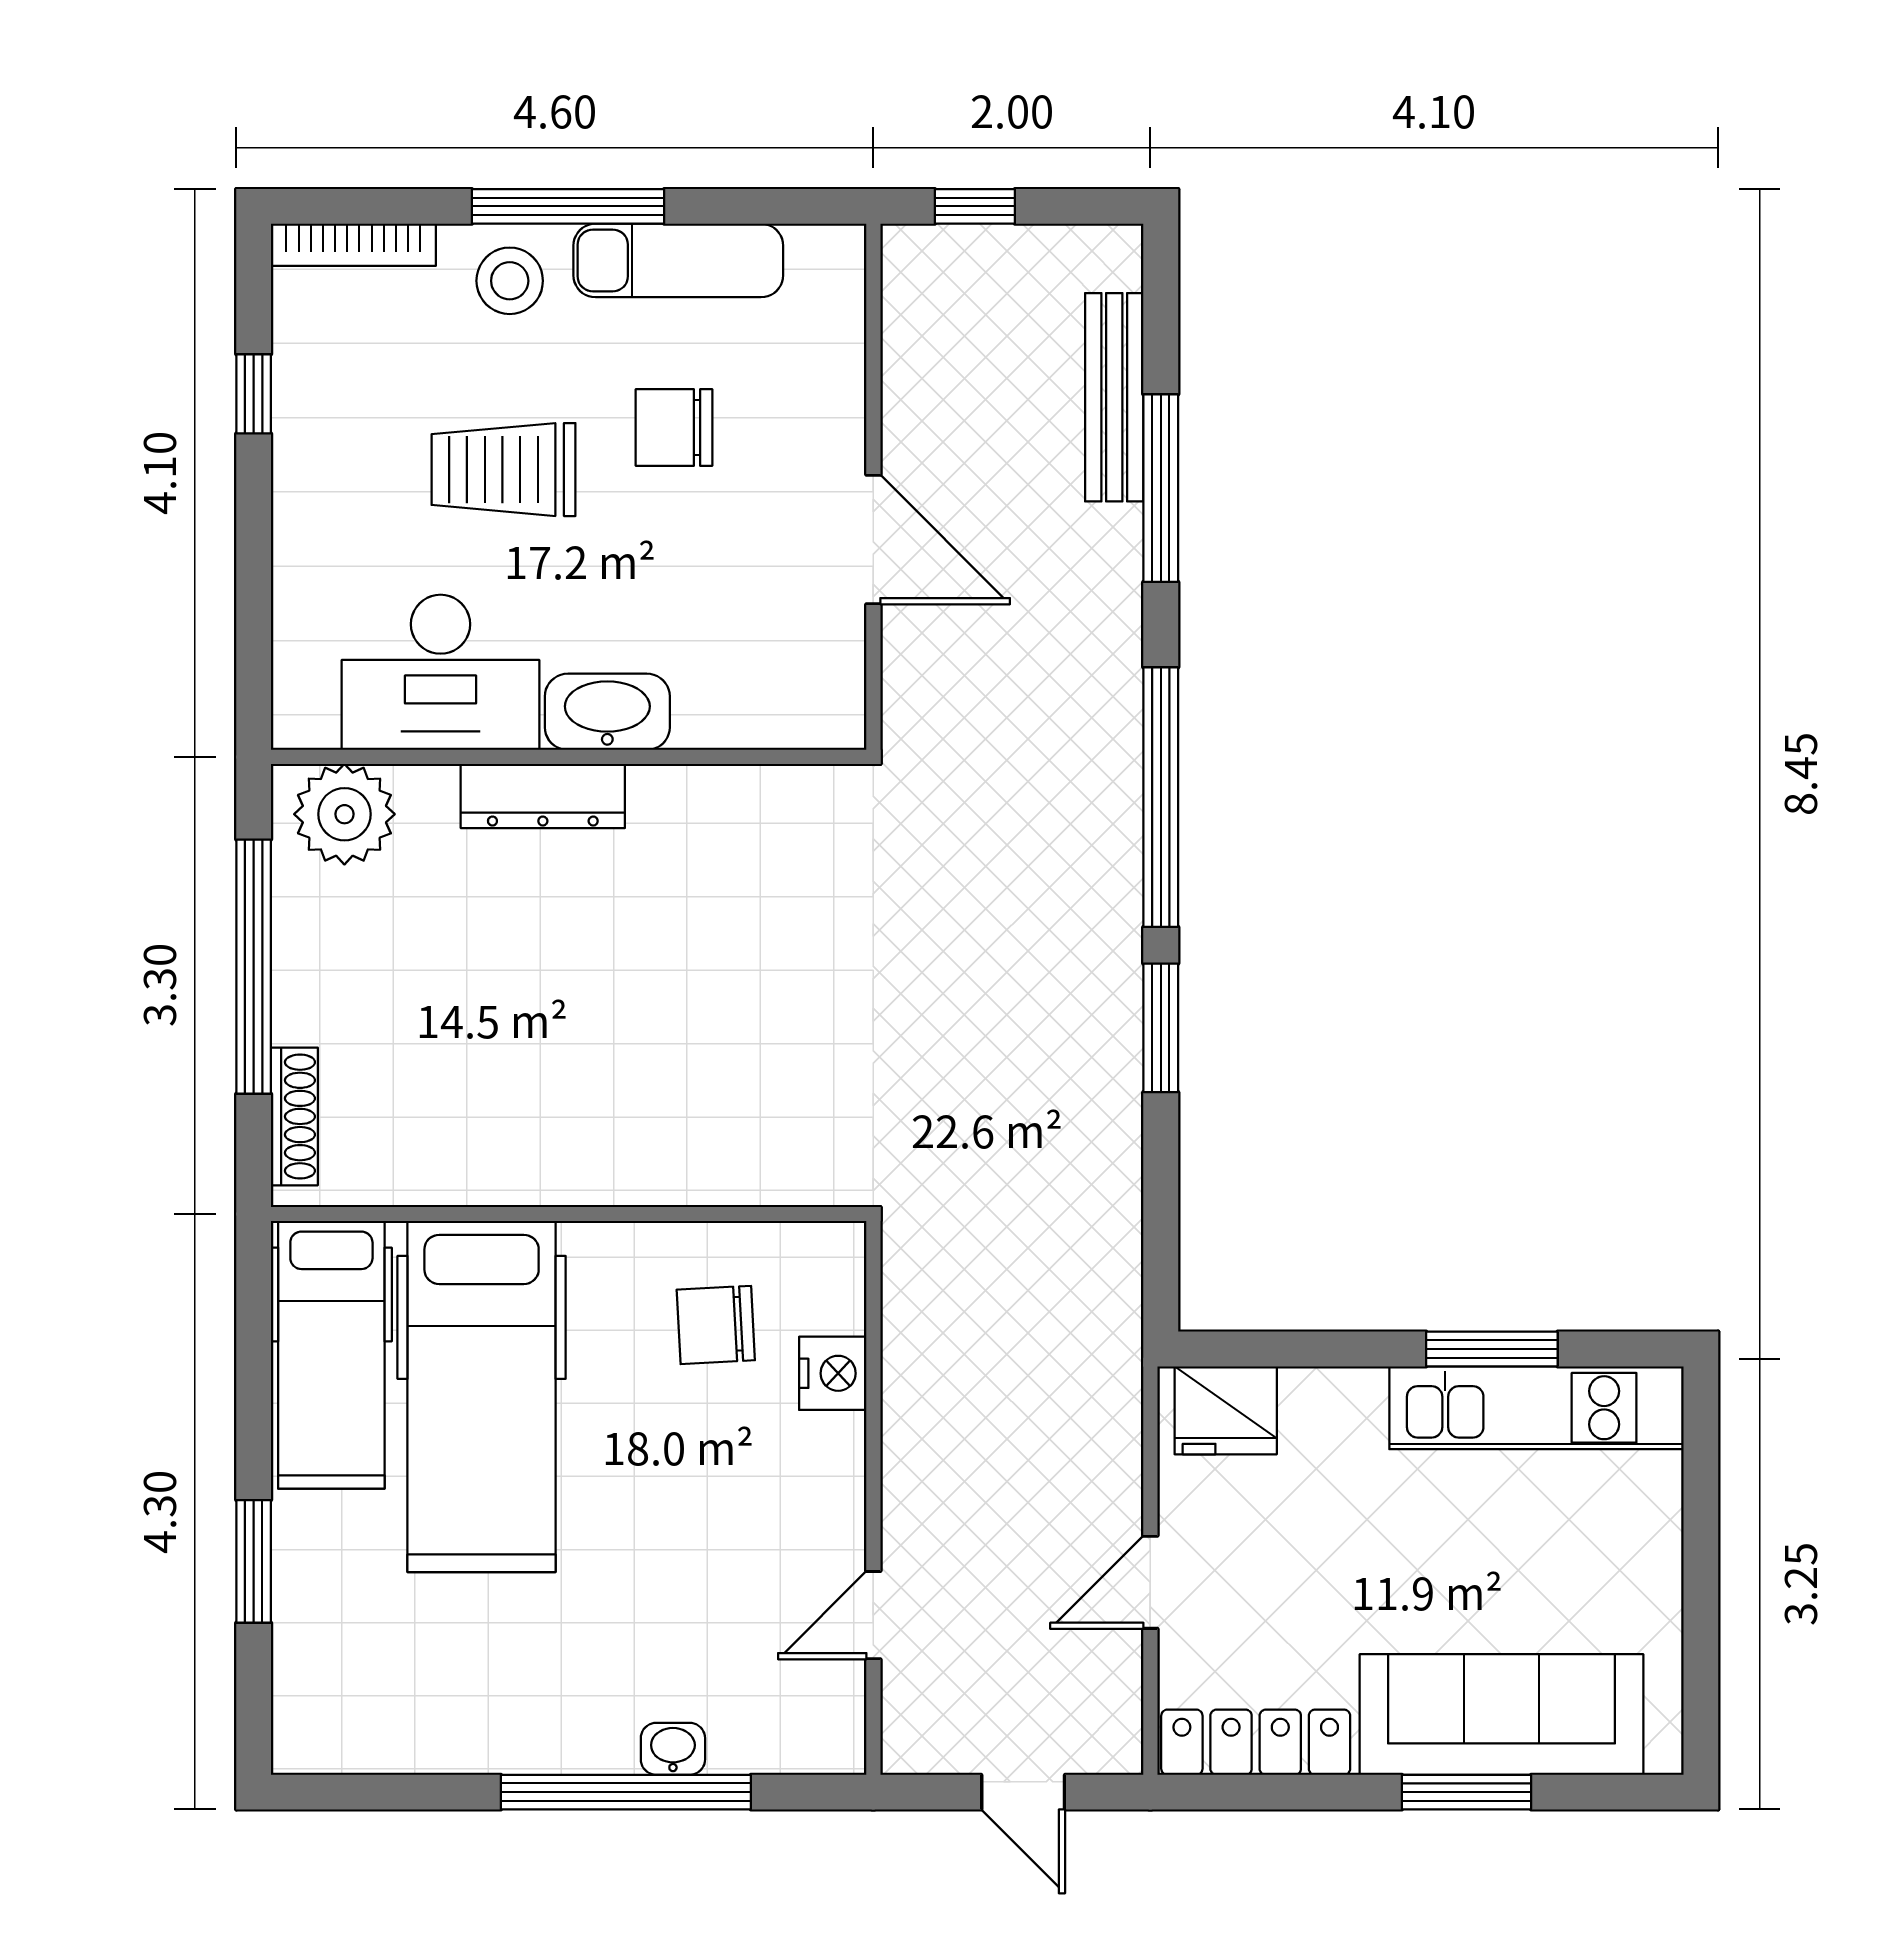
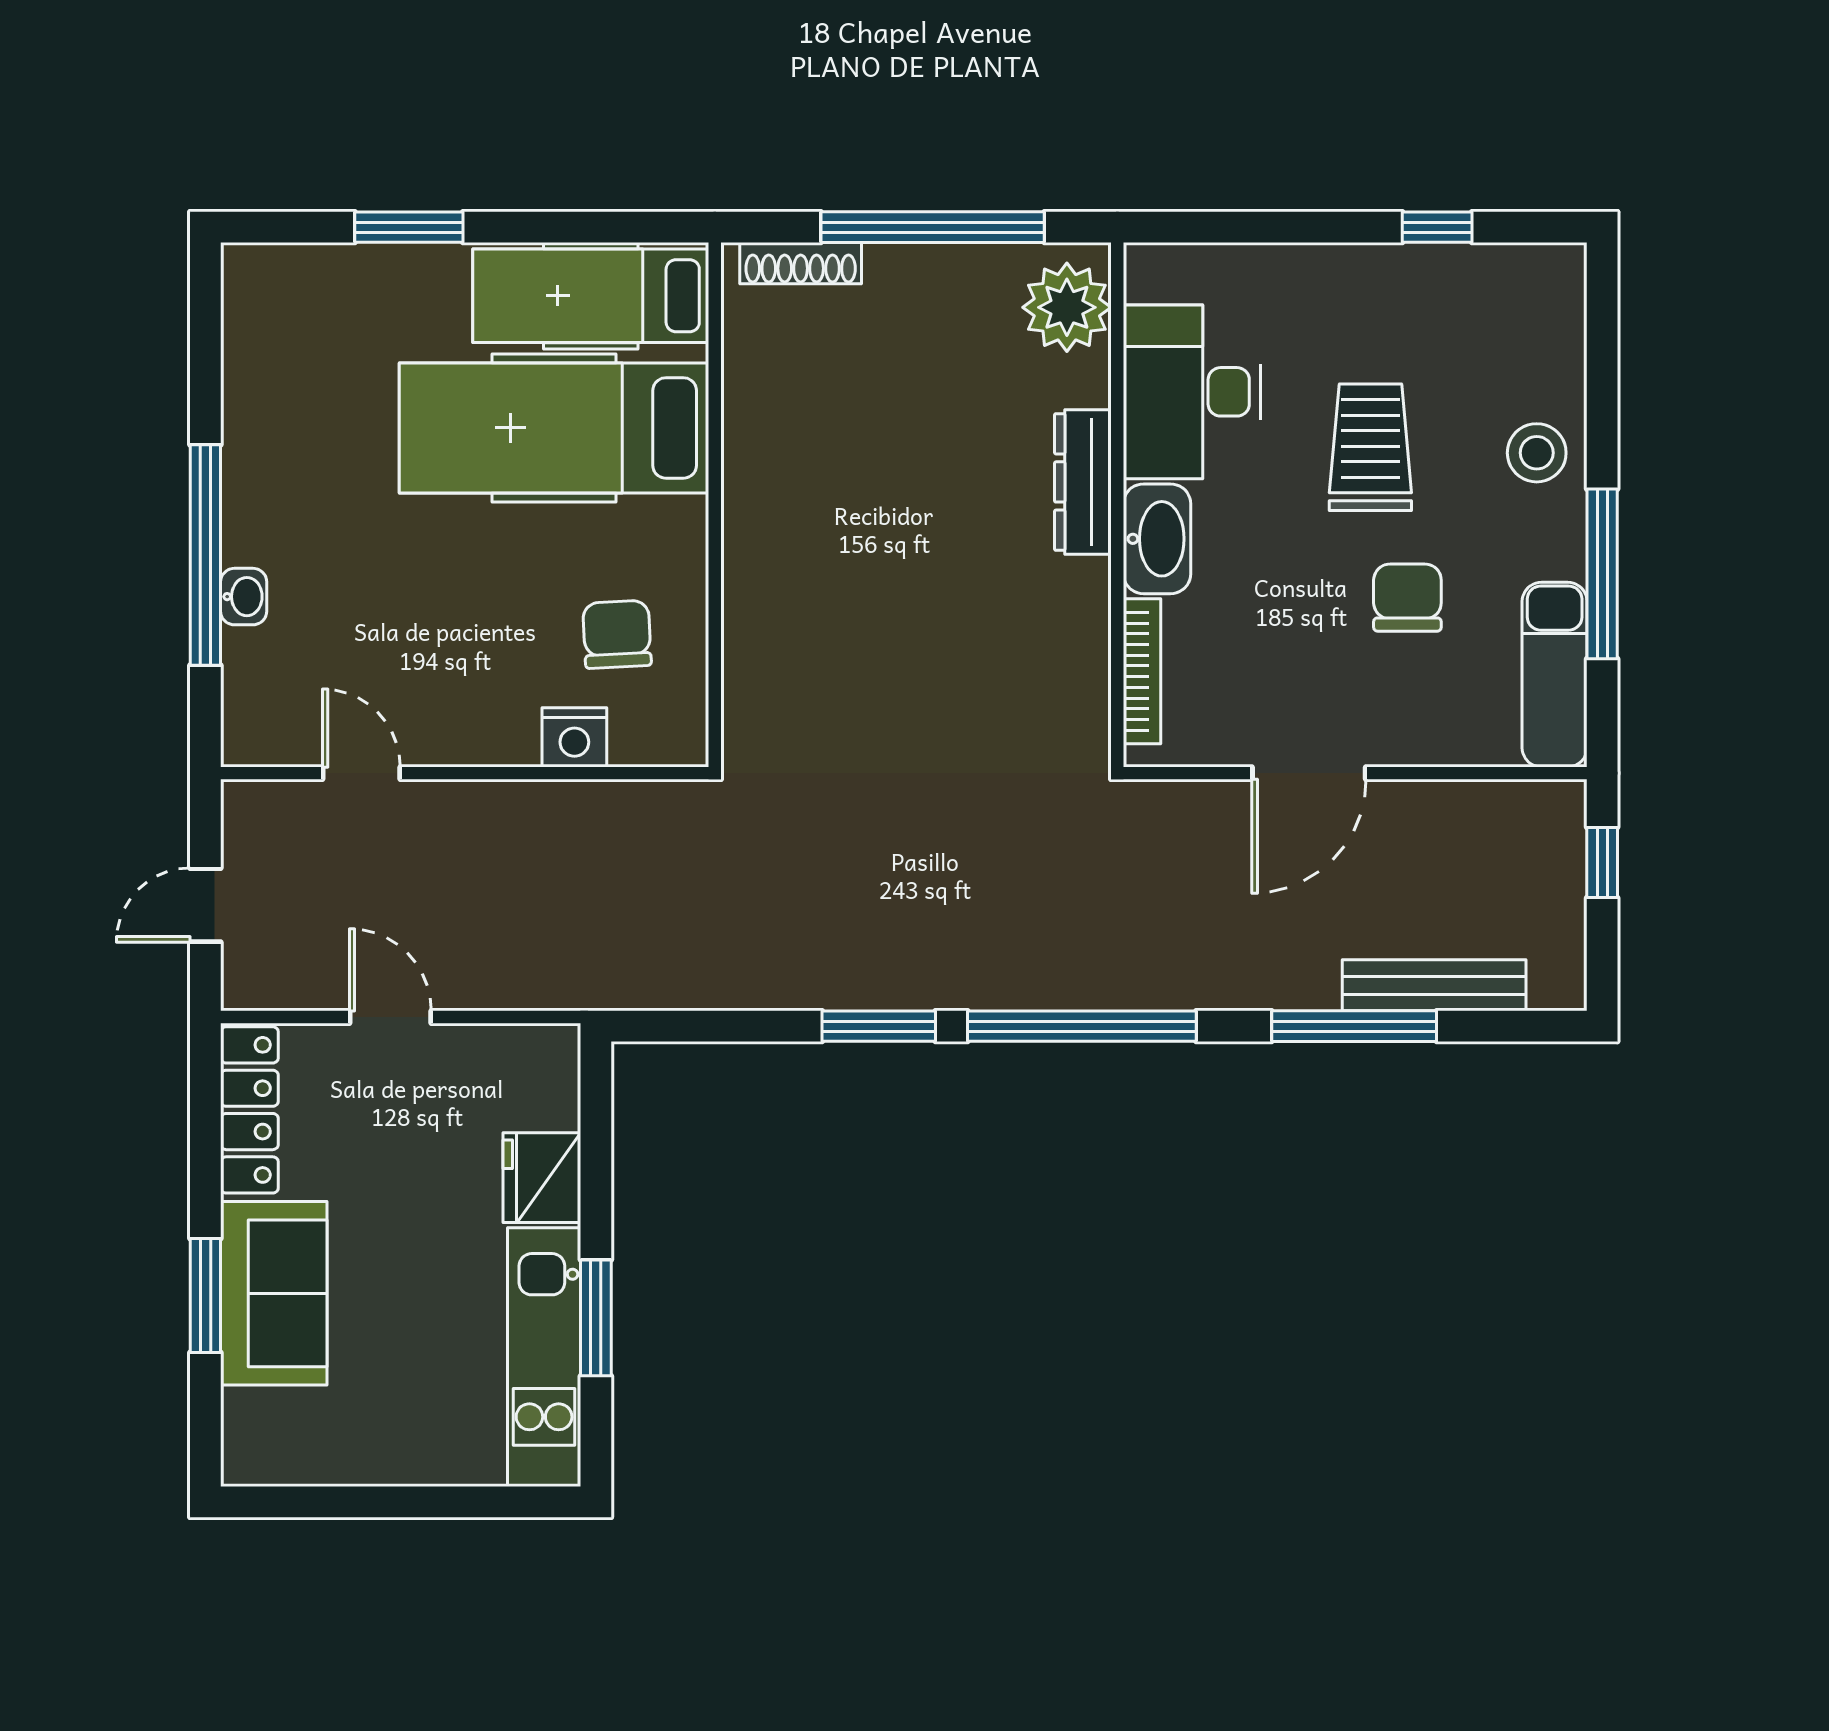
window: (568, 206) -> (1602, 574), moved
bookcase: (353, 245) -> (1142, 671), moved, turned 180
exam couch: (678, 260) -> (1555, 675), moved
fridge: (1226, 1410) -> (542, 1178), moved
sofa: (1502, 1715) -> (274, 1293), width x0.73

